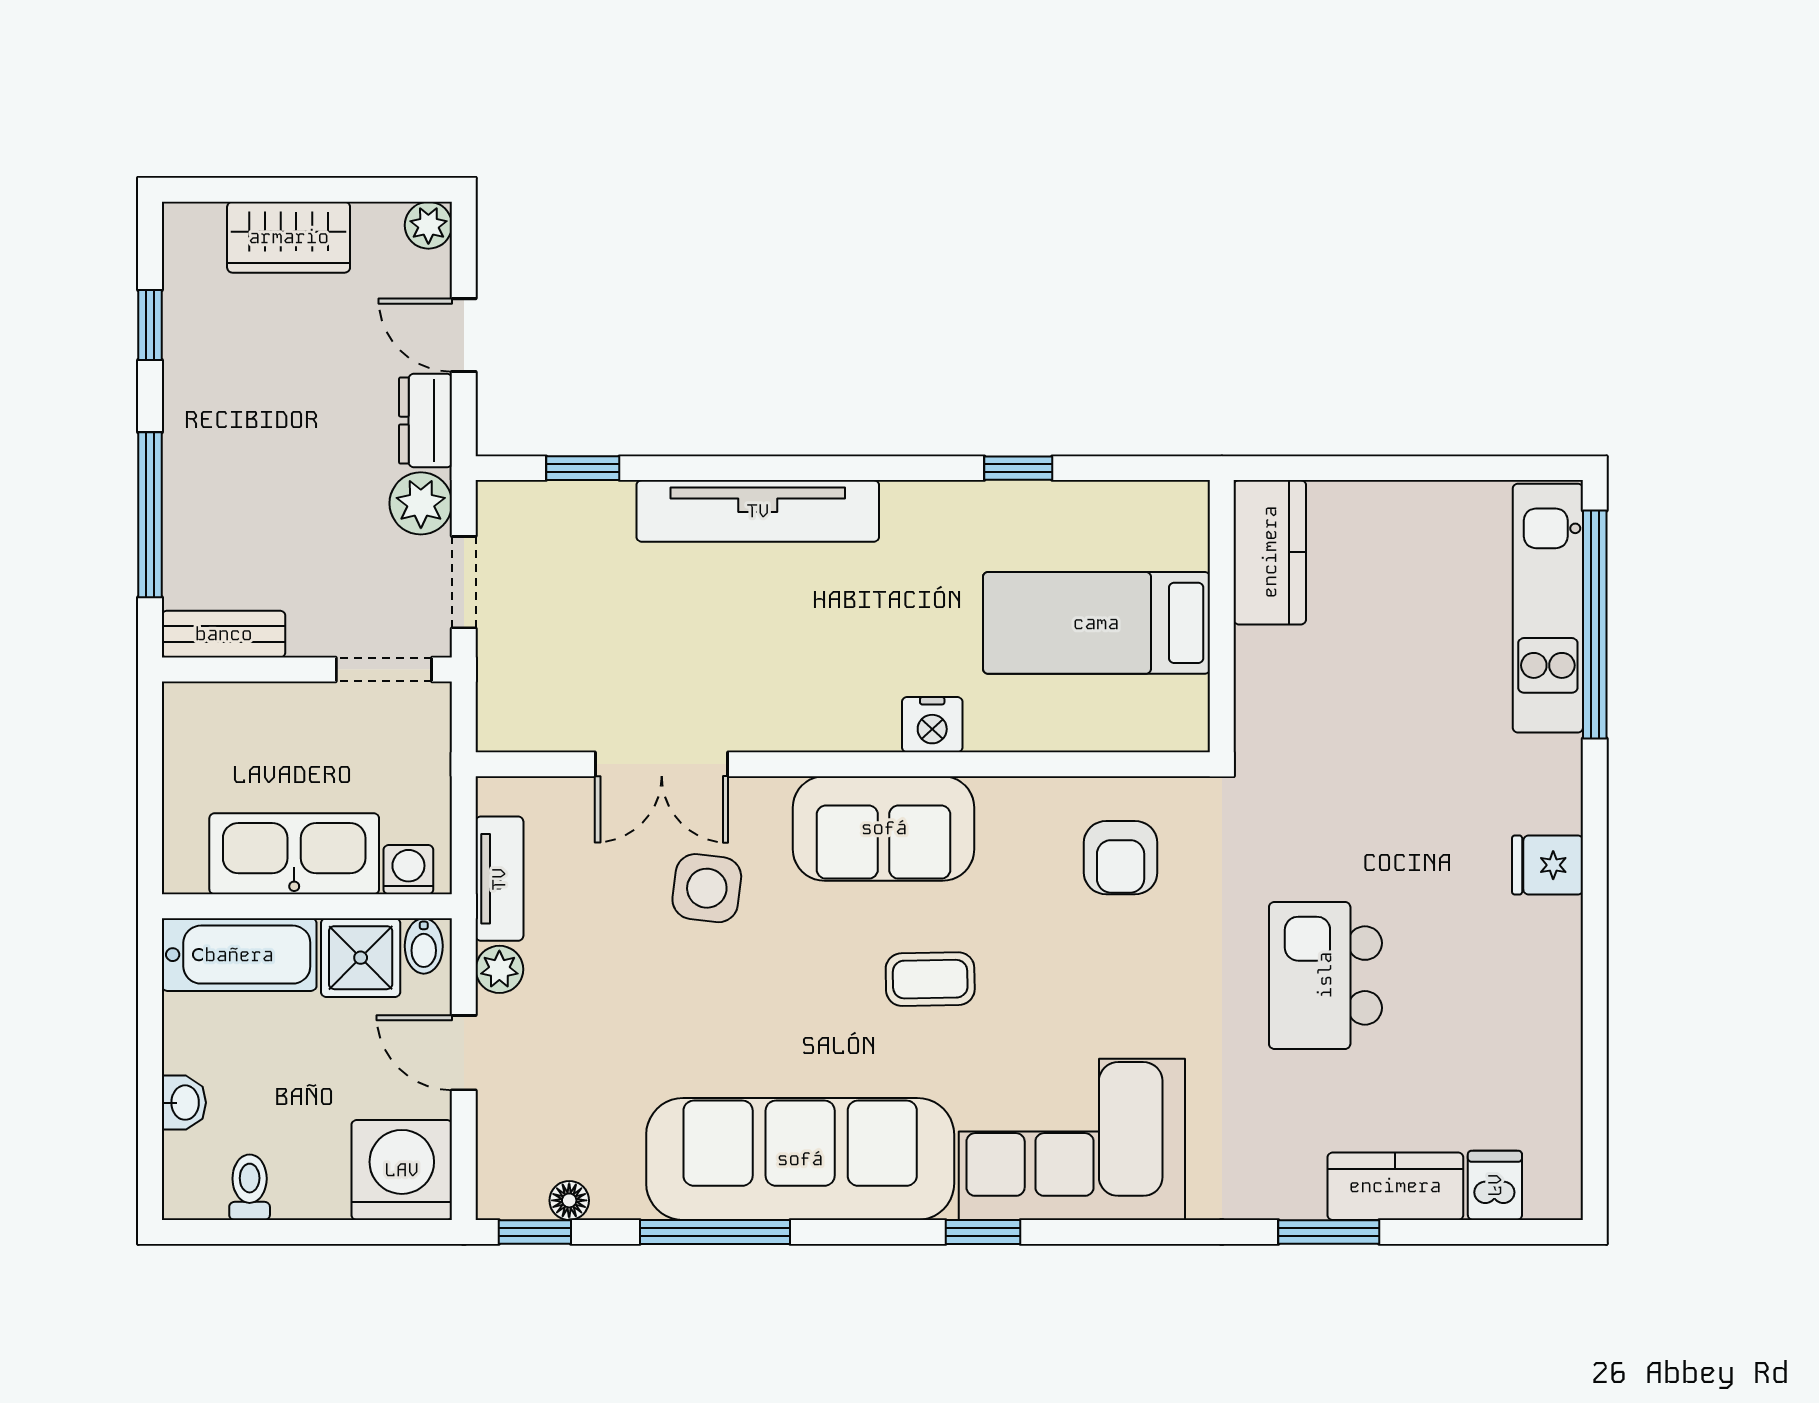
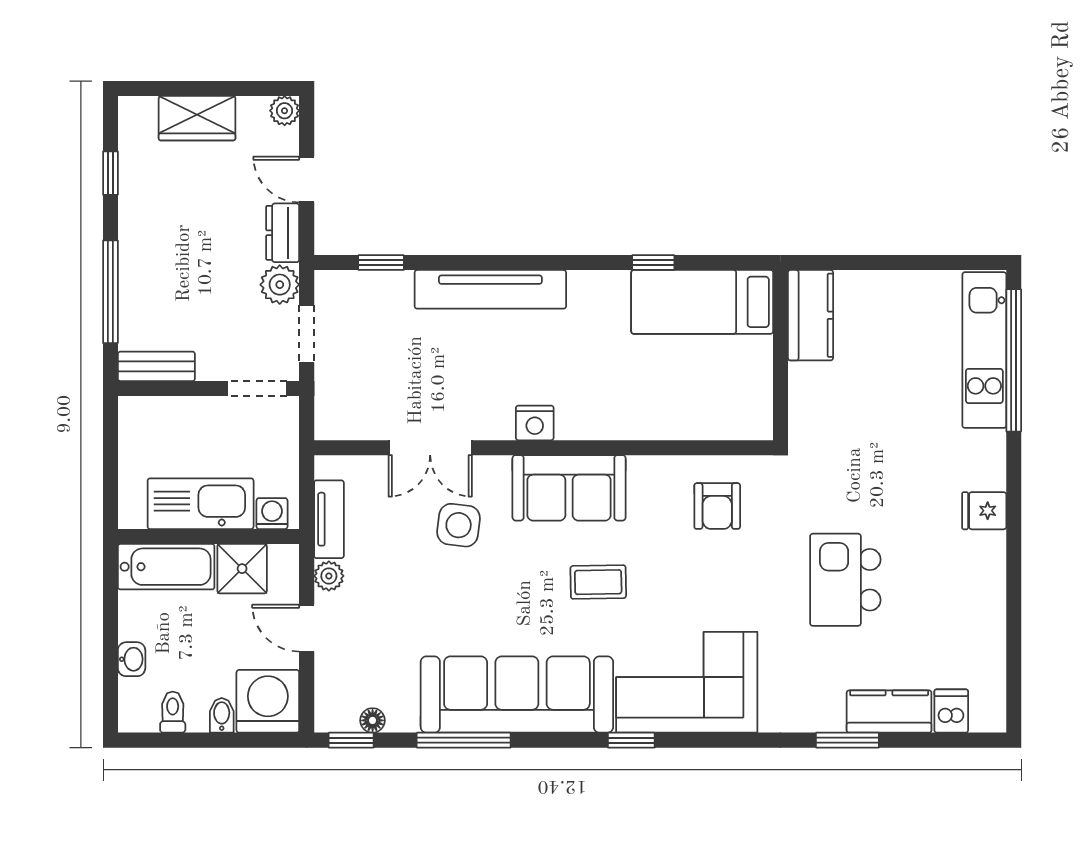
bed: (1096, 623) -> (702, 302), moved
nightstand: (932, 725) -> (535, 423), moved
bidet: (424, 946) -> (222, 715), moved, turned 180

